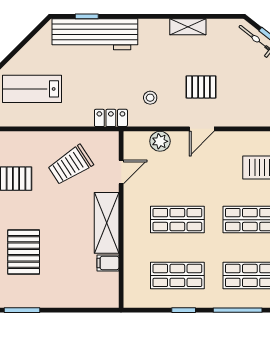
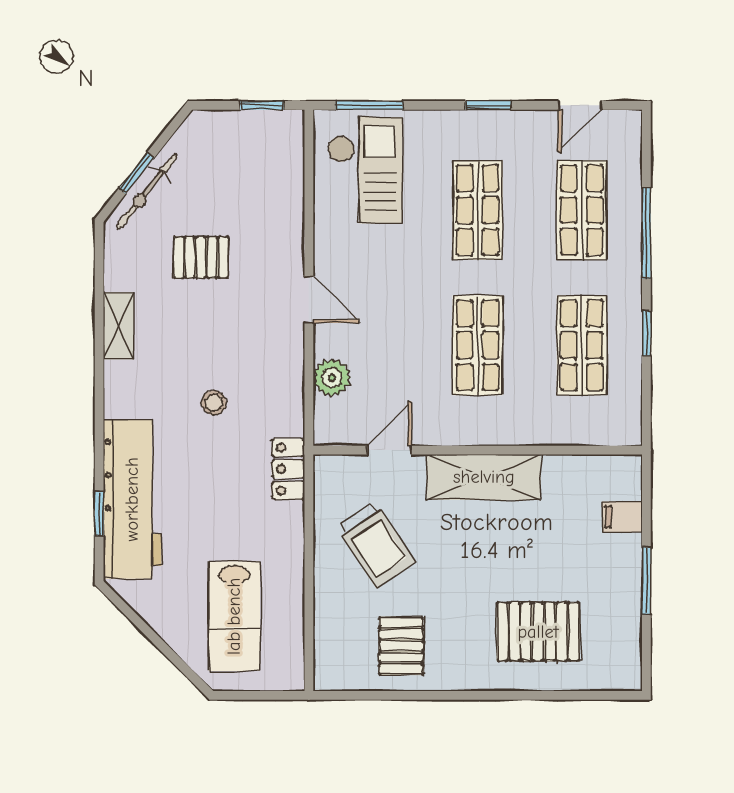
pallet: (201, 87) -> (201, 257), moved, turned 90
stool: (150, 98) -> (214, 403), moved
door: (121, 172) -> (389, 450), hinge flipped
filing cabinet: (108, 263) -> (622, 517), moved, turned 90
window: (22, 310) -> (646, 581), moved

